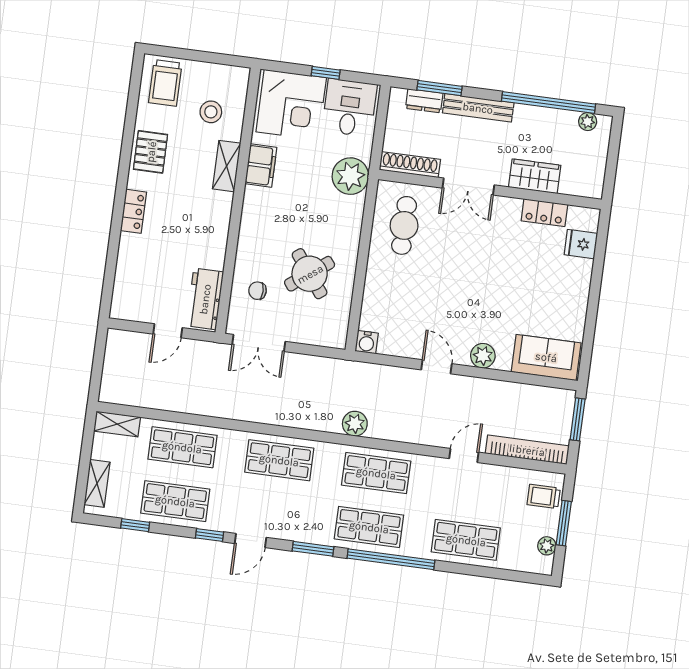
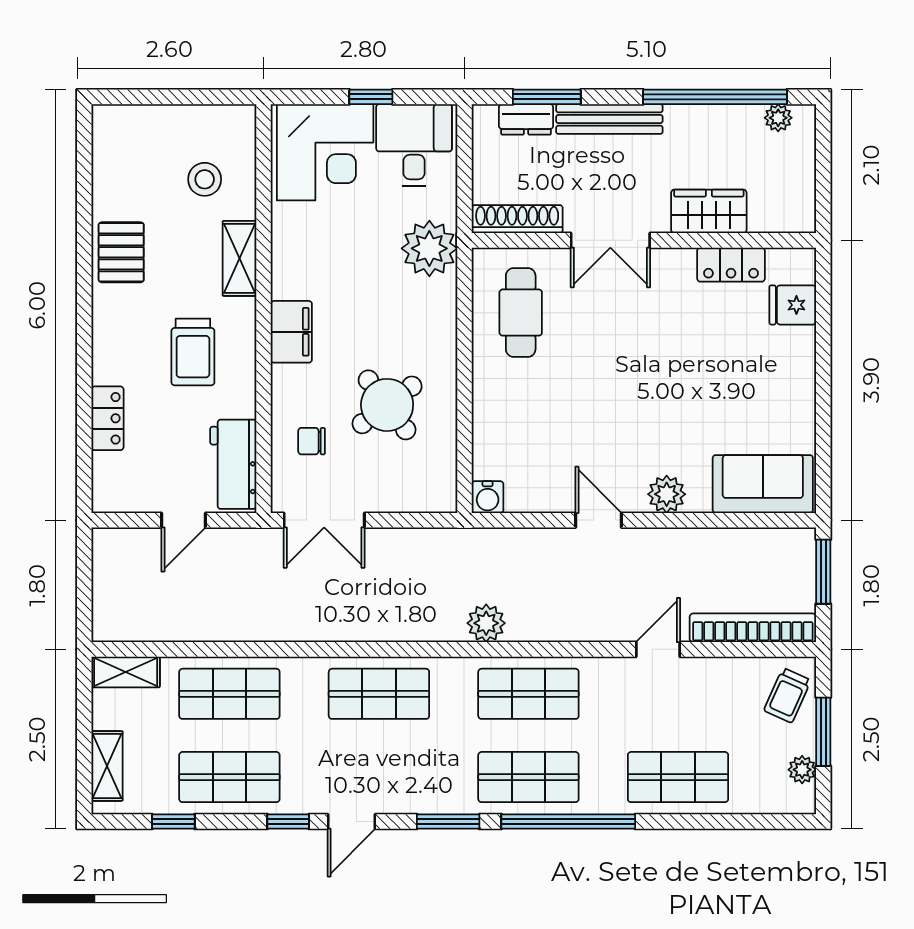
trolley: (165, 83) -> (193, 352), moved
filing cabinet: (261, 166) -> (291, 332), moved
locker: (134, 211) -> (107, 418), moved
trolley: (544, 496) -> (787, 695), turned -66

